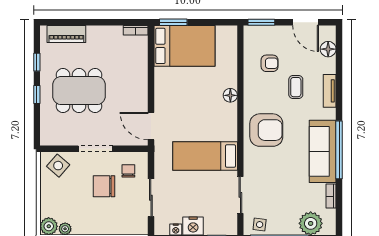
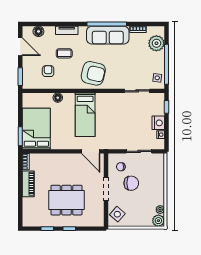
door: (306, 22) -> (20, 47), hinge flipped
piano: (66, 34) -> (28, 184), moved
dining table: (79, 91) -> (67, 200), turned 90
floor lamp: (230, 95) -> (58, 98), moved
door: (151, 126) -> (91, 151), hinge flipped
armchair: (266, 130) -> (93, 73), turned 103
bed: (205, 156) -> (85, 115), moved
chair: (104, 186) -> (131, 183), turned -90

